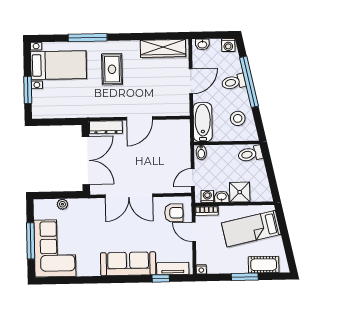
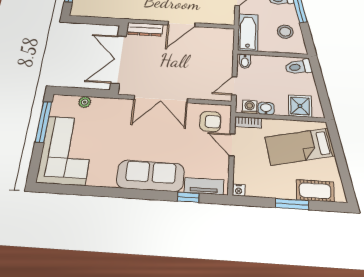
double door: (86, 160) -> (119, 59), swing flipped
shower: (240, 192) -> (300, 106), moved
window: (31, 241) -> (44, 122), moved

